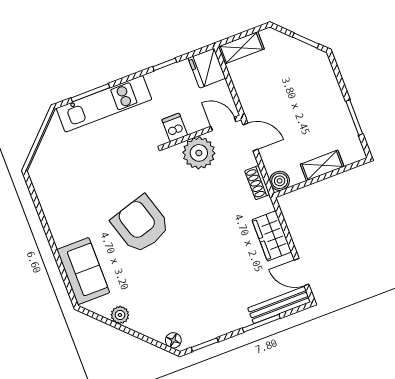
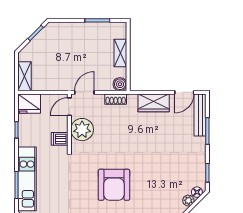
armchair: (141, 224) -> (114, 185), turned -73
plant: (157, 333) -> (188, 201), added

